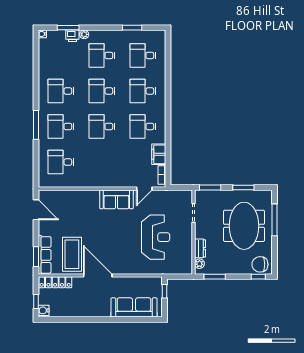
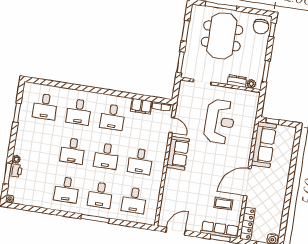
desk: (102, 55) -> (140, 161), moved
meeting table: (244, 226) -> (222, 36), turned 90
reception desk: (156, 237) -> (220, 122), turned 90
coffee table: (72, 254) -> (223, 204), width x0.54, depth x0.58
sofa: (134, 307) -> (264, 145), moved, turned 180

